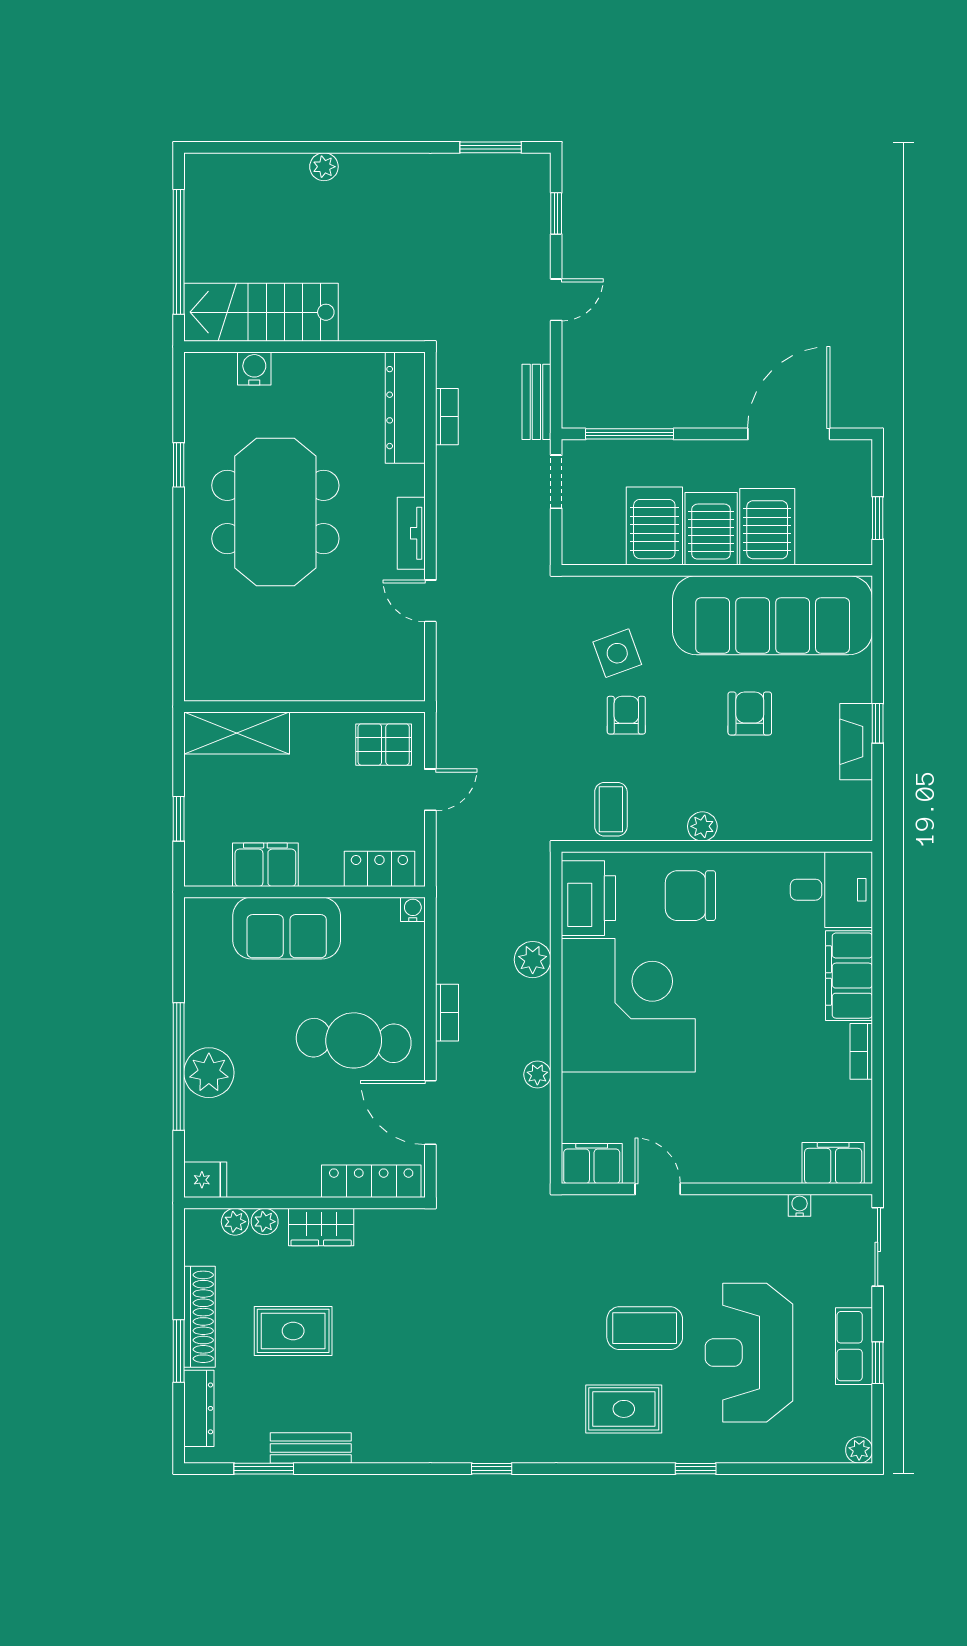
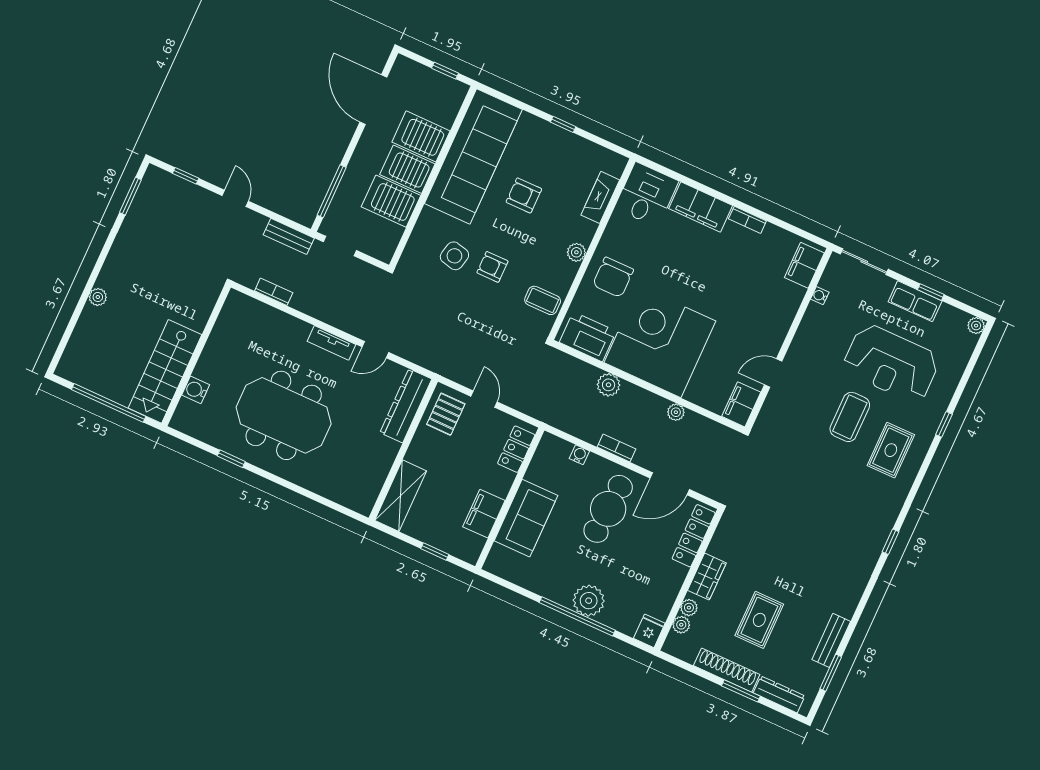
dresser: (405, 408) -> (406, 406), moved, turned 90
side table: (617, 653) -> (454, 256), turned 33
fireplace: (856, 742) -> (600, 197), moved, turned 90
water cooler: (413, 909) -> (579, 455), moved, turned 90

